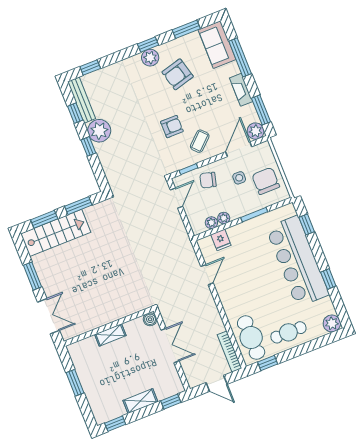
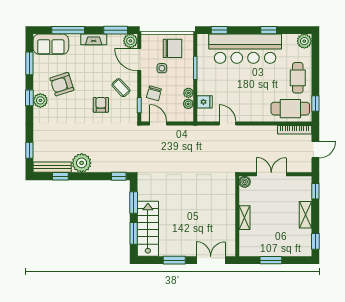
armchair: (178, 74) -> (62, 84), turned 87
window: (88, 146) -> (119, 176), moved
chair: (266, 181) -> (172, 48), turned 180

